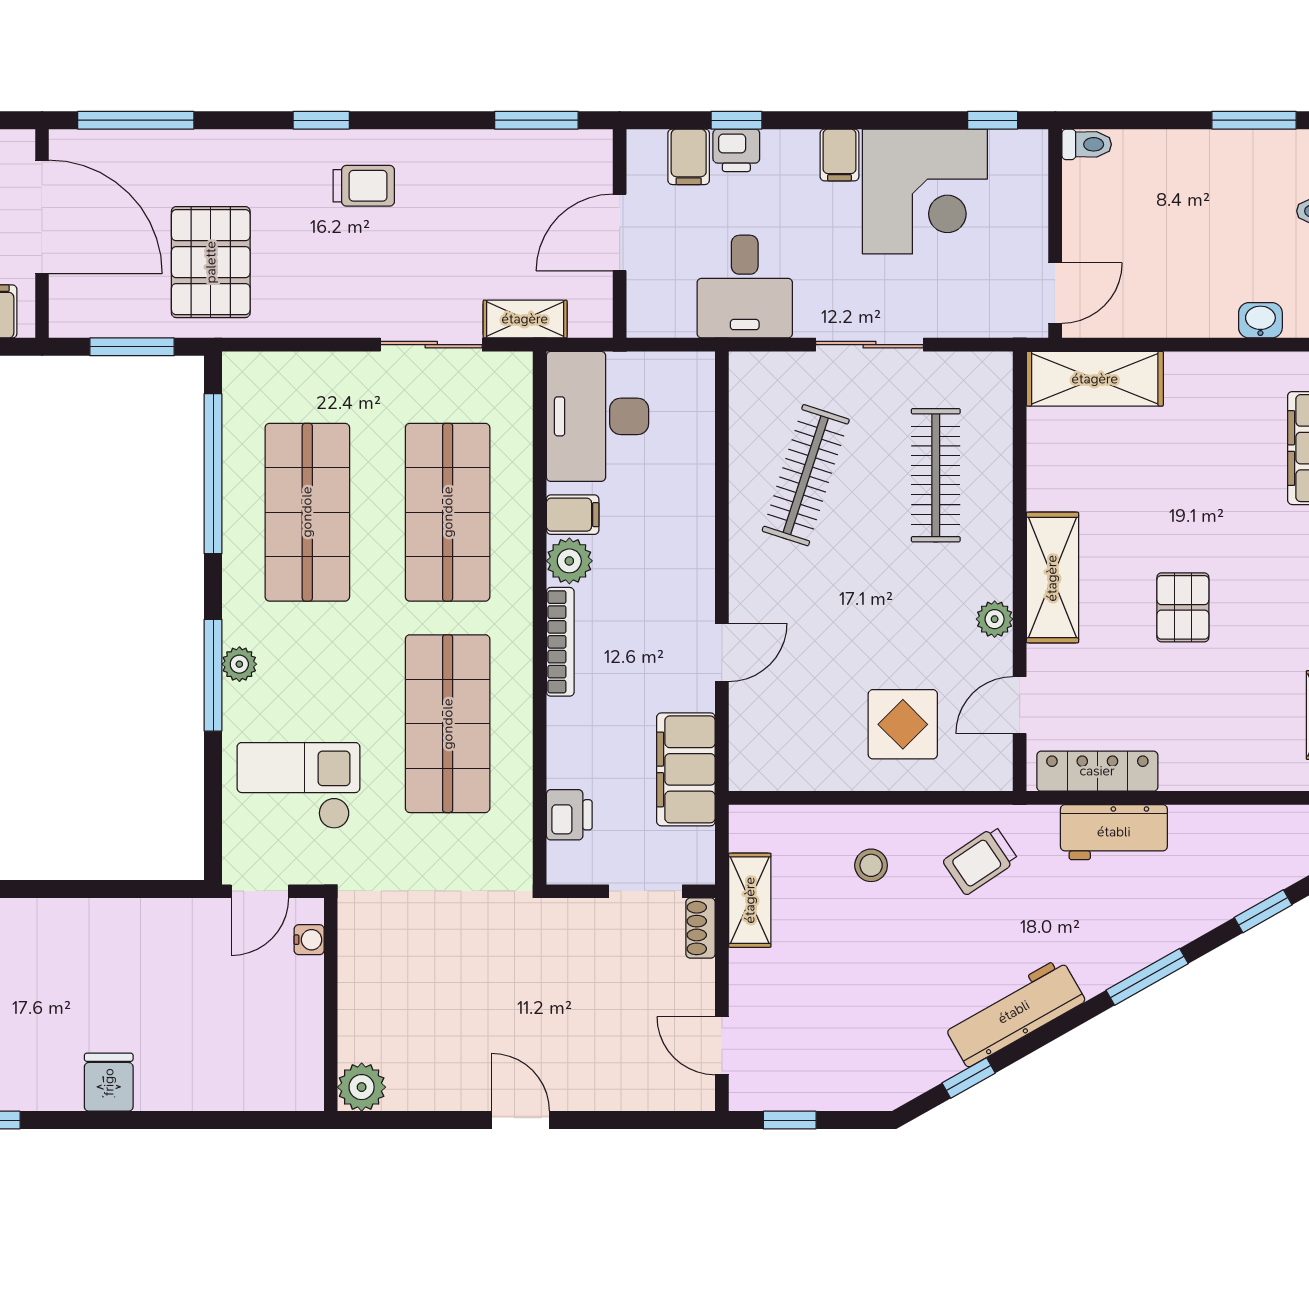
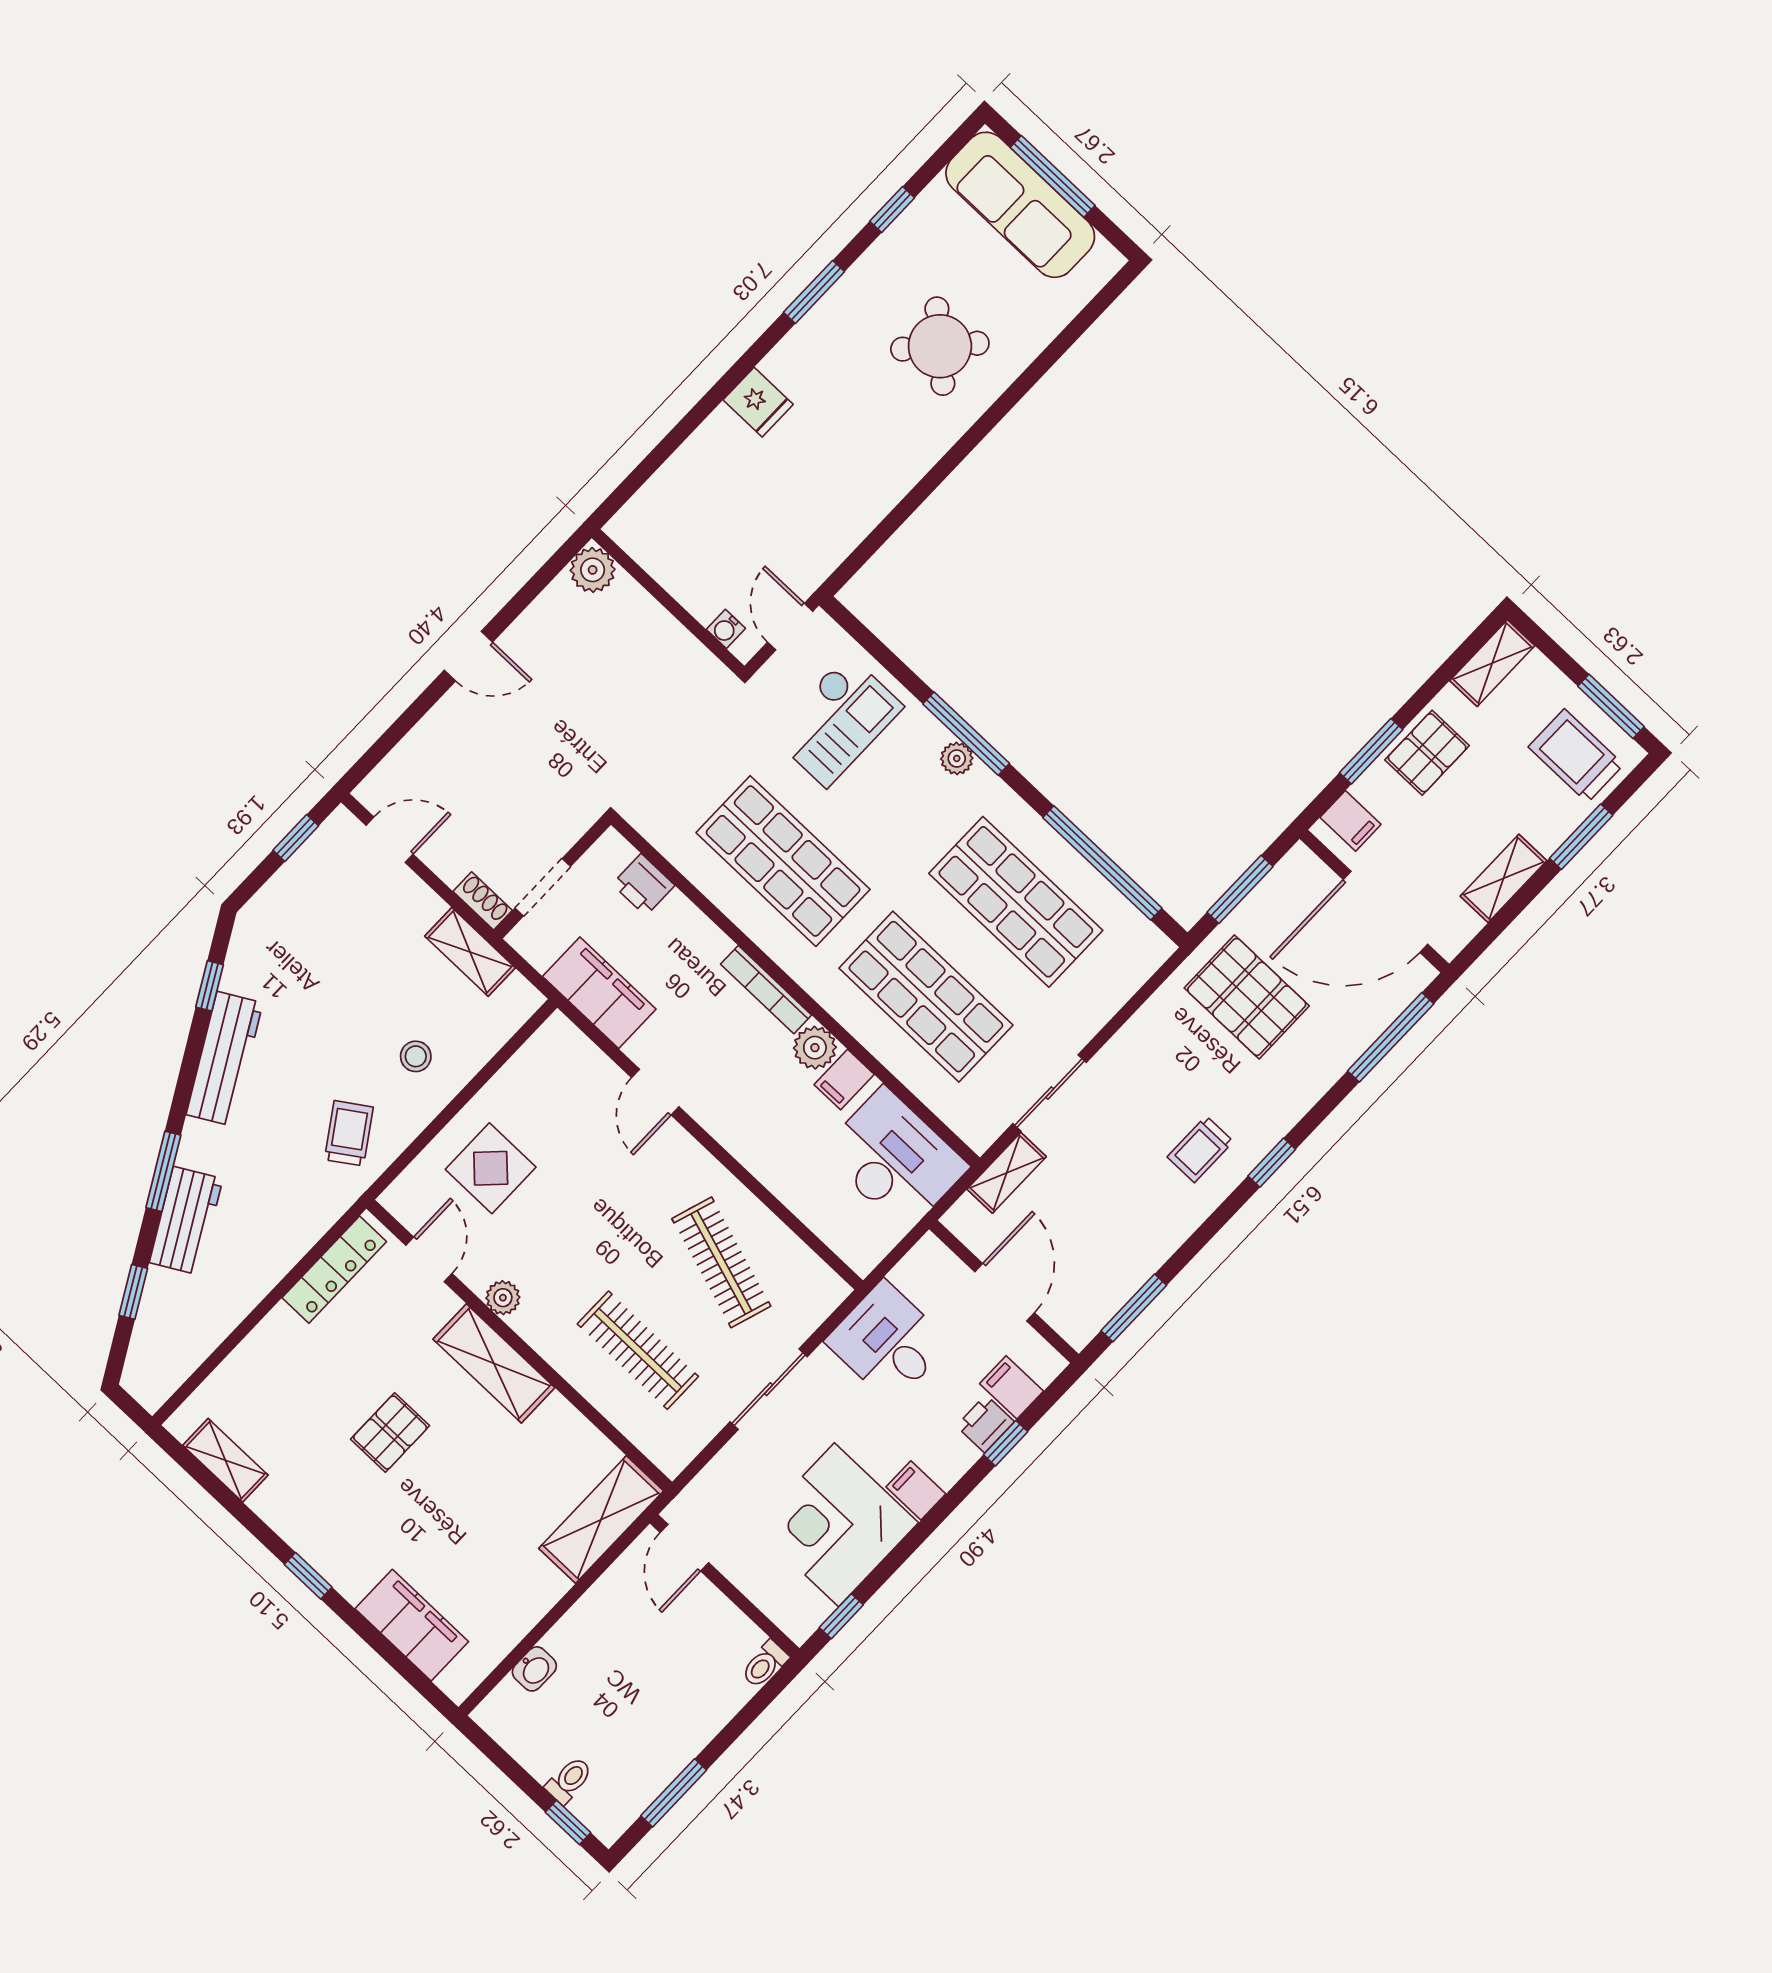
pallet: (1183, 607) -> (390, 1432), turned 90
workbench: (1114, 832) -> (186, 1221), moved, turned 150

